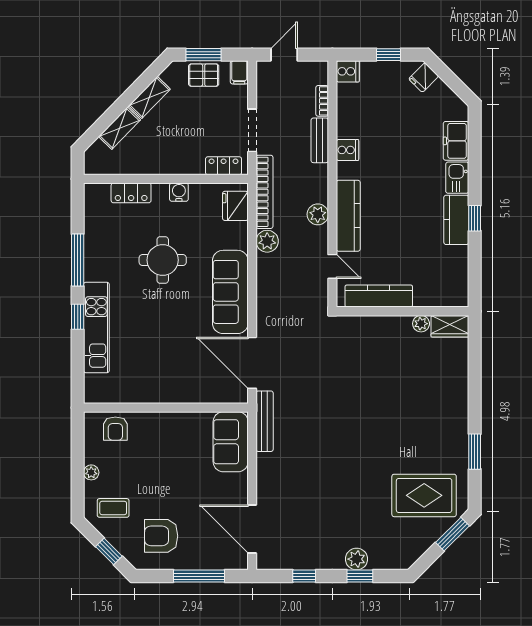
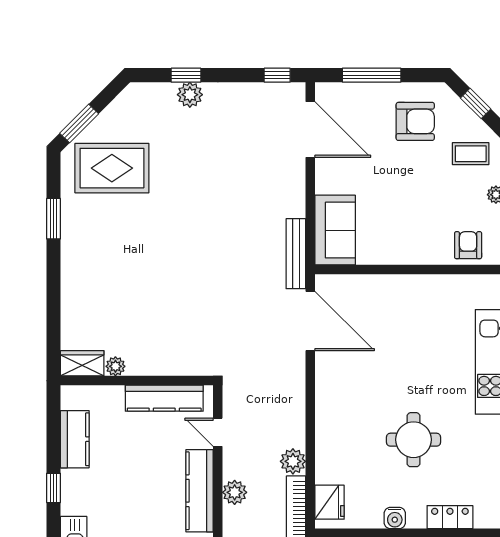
kitchen counter: (456, 220) -> (75, 439), moved
sofa: (230, 292) -> (335, 403), removed
window: (304, 576) -> (277, 75), moved

